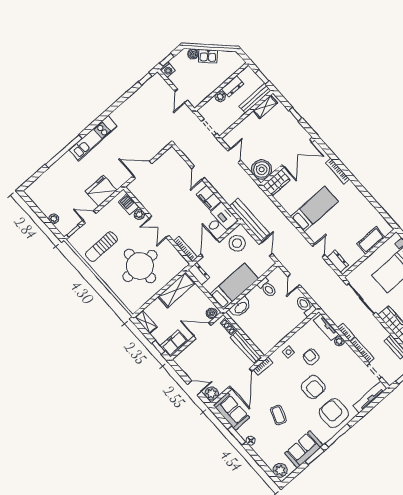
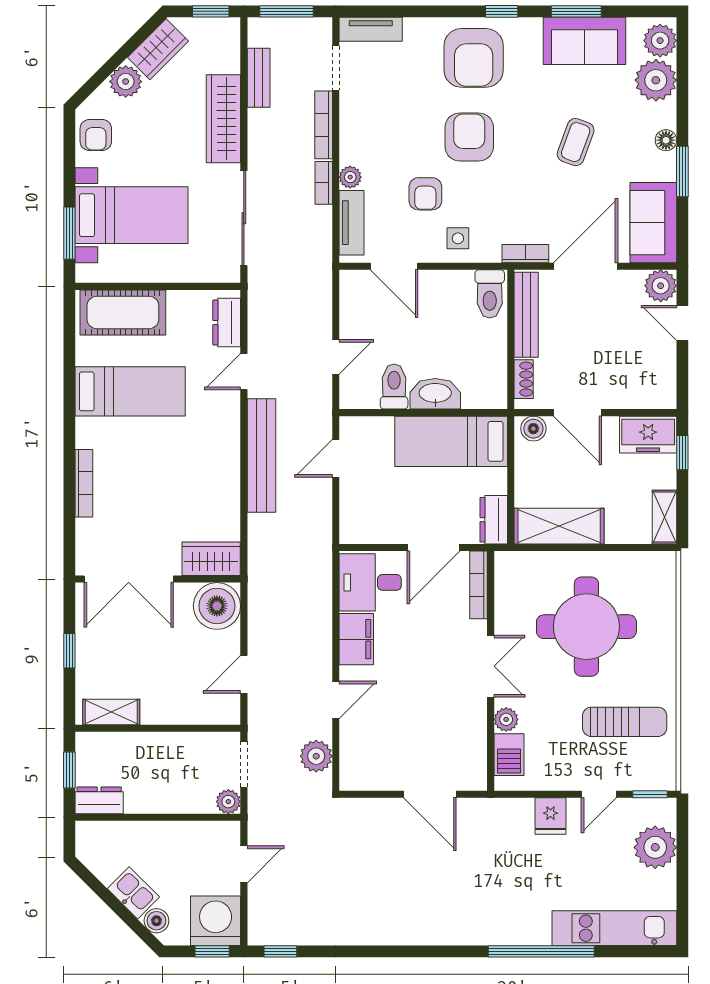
washing machine: (167, 70) -> (216, 921), width x1.89, depth x1.89
dresser: (233, 86) -> (99, 800), moved
plant: (220, 97) -> (228, 802), moved
bench: (255, 98) -> (116, 743), removed
kitchen unit: (93, 138) -> (614, 928), moved
plant: (189, 150) -> (316, 756), added
double door: (297, 153) -> (129, 579), swing flipped
fridge: (101, 191) -> (551, 816), width x0.53, depth x0.75
bed: (314, 209) -> (130, 391), moved, turned 180
door: (89, 217) -> (599, 794), hinge flipped
plant: (54, 219) -> (655, 847), width x1.87, depth x1.87
bench: (249, 220) -> (261, 456), moved
cot: (371, 240) -> (123, 312), width x1.37, depth x1.34
stool: (237, 243) -> (377, 513), removed
toilet: (306, 306) -> (490, 294), moved
washbasin: (240, 307) -> (435, 394), moved
door: (301, 325) -> (394, 266), added
tv unit: (370, 397) -> (371, 29), width x0.71
window: (338, 435) -> (502, 11), width x0.46
plant: (270, 457) -> (656, 80), added

